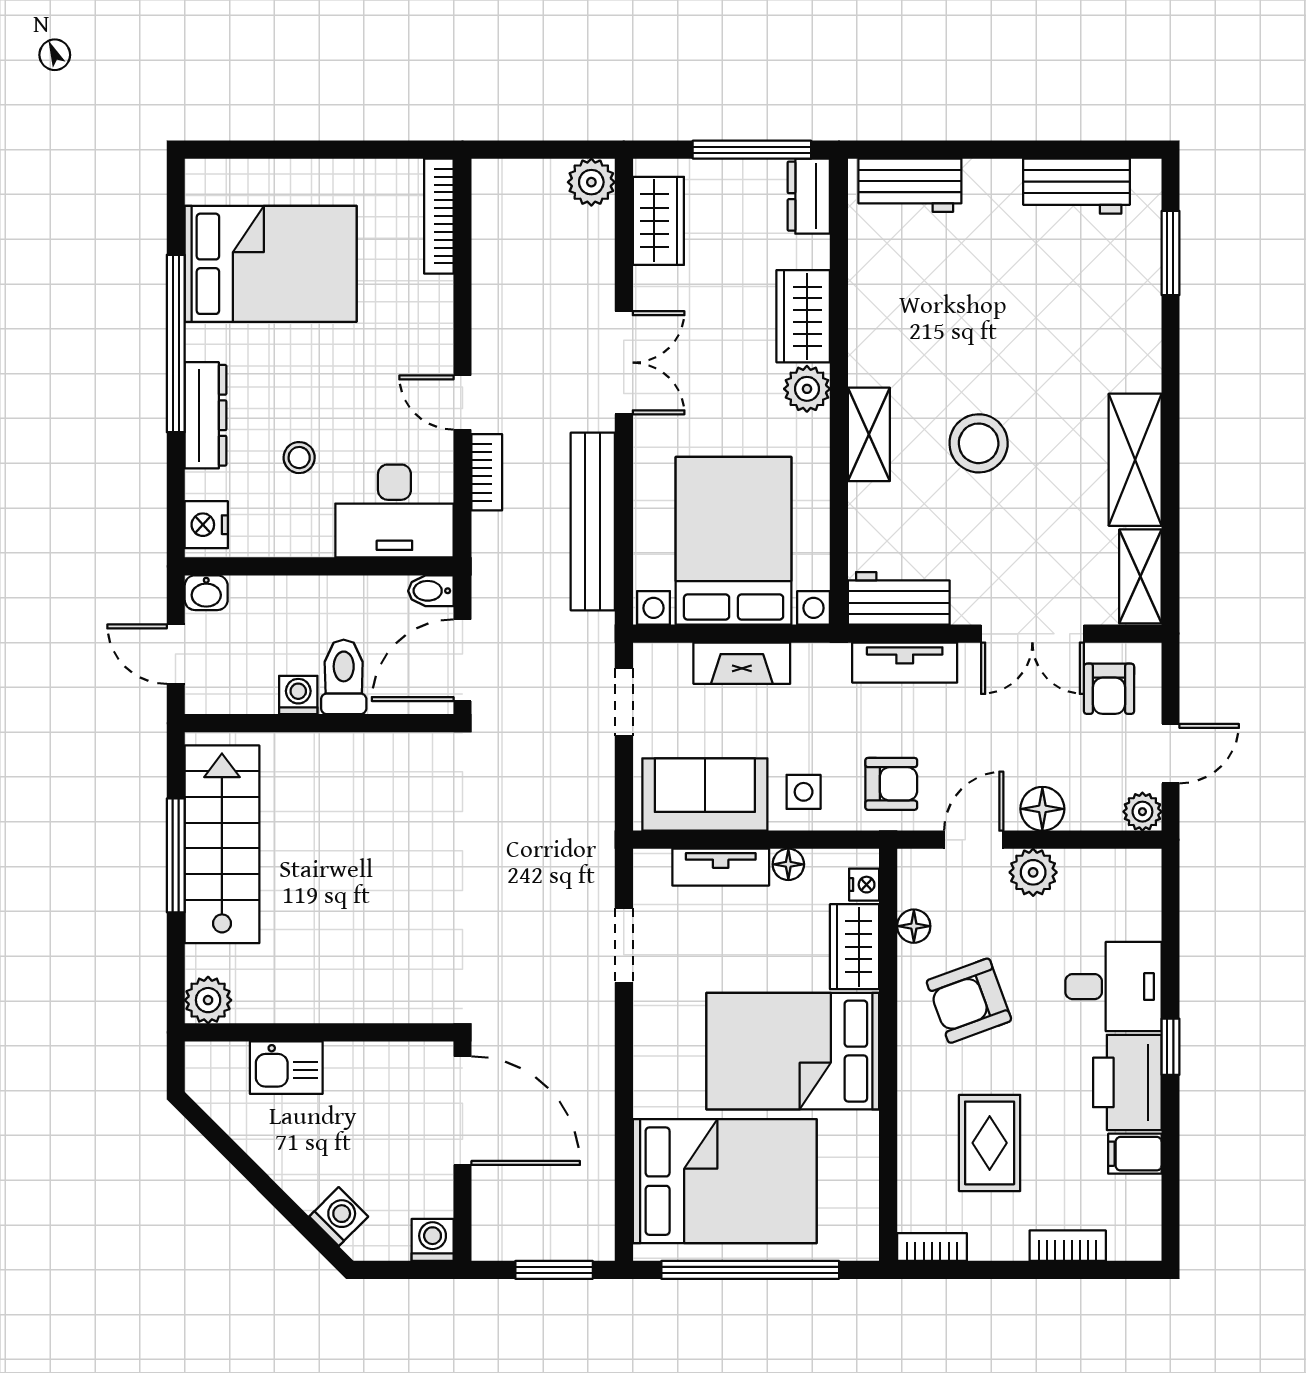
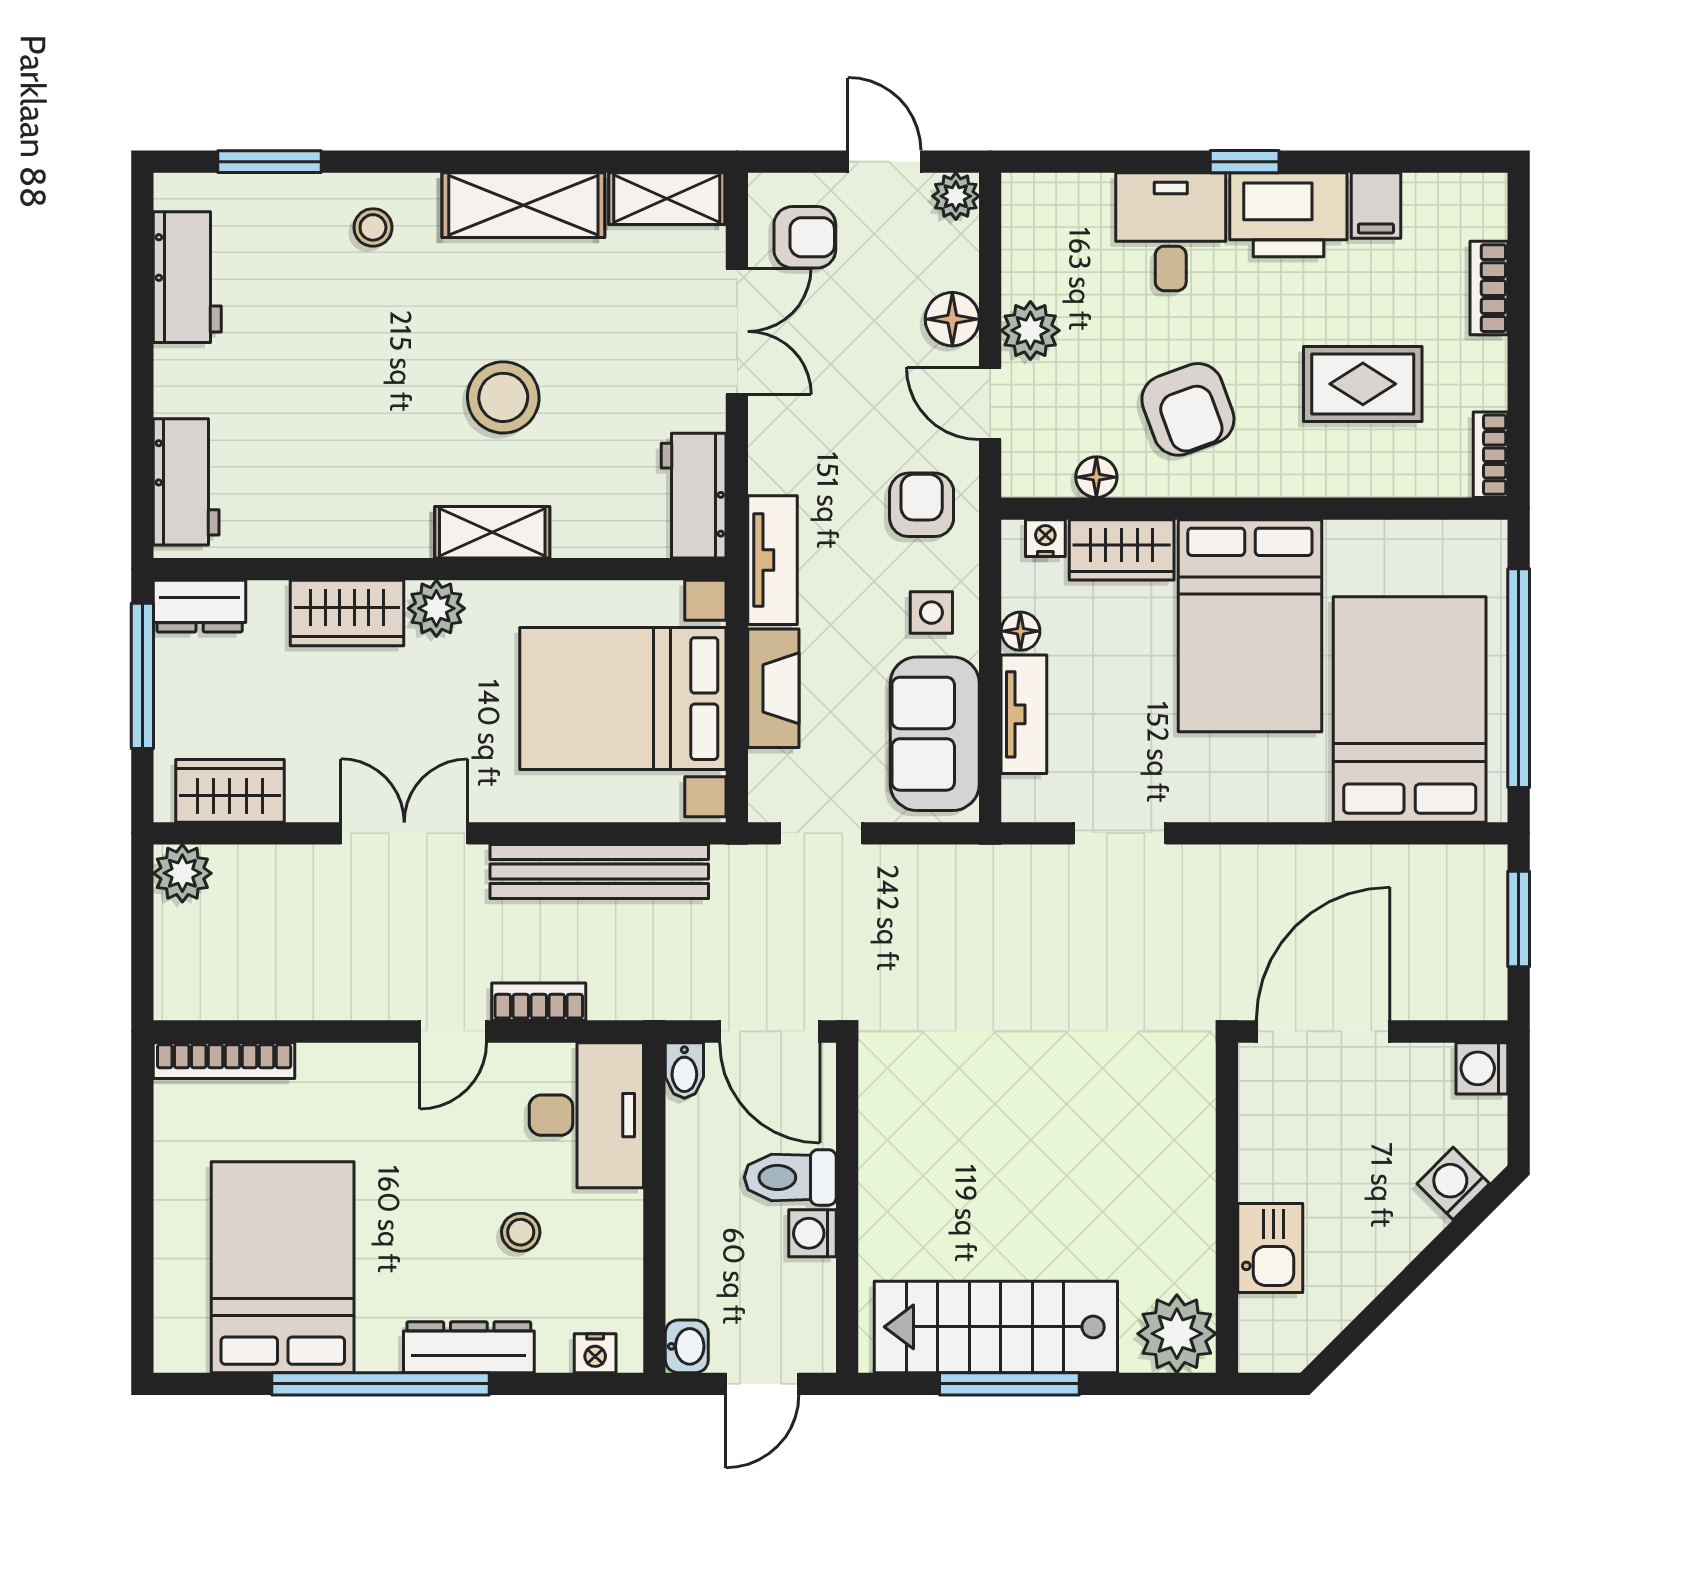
stool: (1117, 337) -> (373, 227), added
nightstand: (206, 525) -> (595, 1353), width x0.72, depth x0.74
tv unit: (905, 663) -> (773, 560), moved
plant: (208, 1000) -> (1177, 1334), width x1.36, depth x1.36

